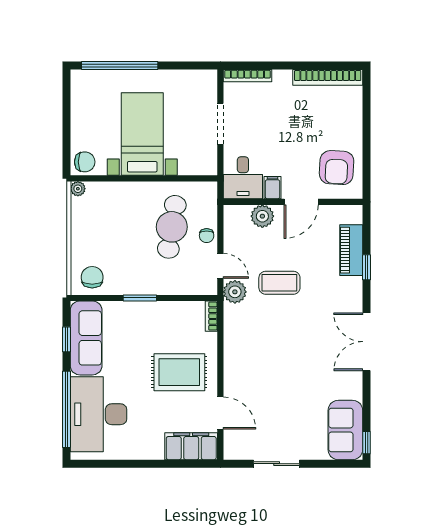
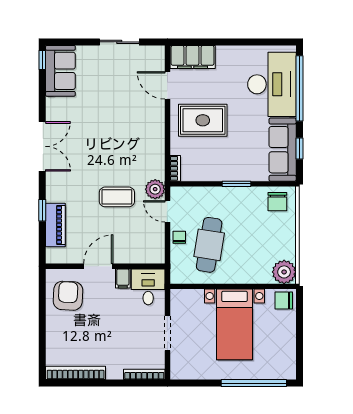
plant: (78, 189) -> (284, 272), width x1.88, depth x1.88
plant: (262, 216) -> (132, 254), removed

